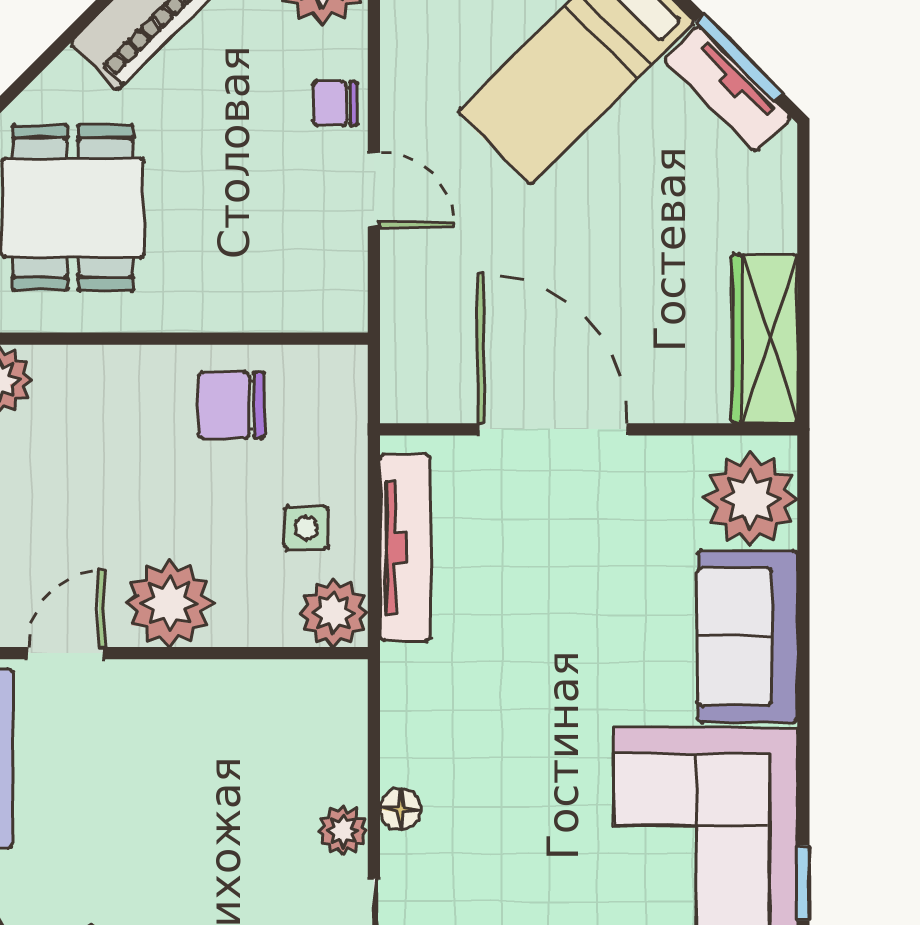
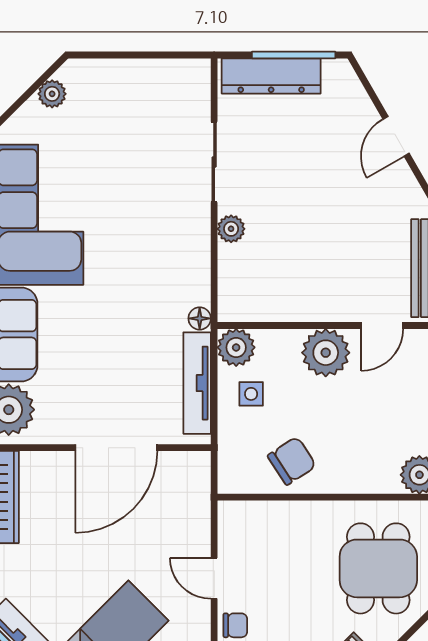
chair: (231, 405) -> (292, 461), turned -33
door: (553, 429) -> (116, 448), hinge flipped
floor lamp: (400, 809) -> (200, 318), moved

